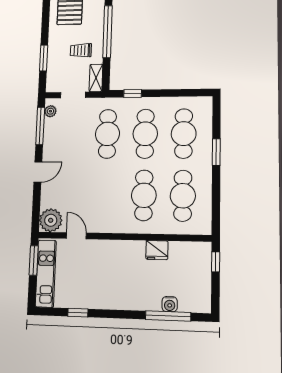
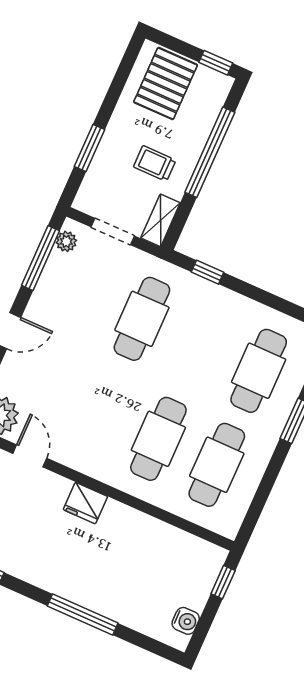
cafe table: (145, 134) -> (200, 345), removed
fridge: (157, 250) -> (85, 503), moved
water cooler: (170, 304) -> (186, 621), moved, turned -90
window: (168, 316) -> (83, 614), moved

